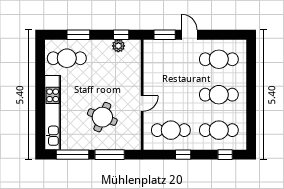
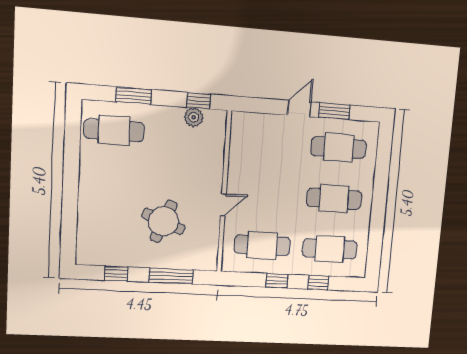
window: (165, 35) -> (334, 111), moved
door: (189, 35) -> (299, 109), hinge flipped
kitchen unit: (53, 113) -> (89, 211), removed
window: (72, 155) -> (116, 274), width x0.46
window: (225, 155) -> (318, 283), moved

